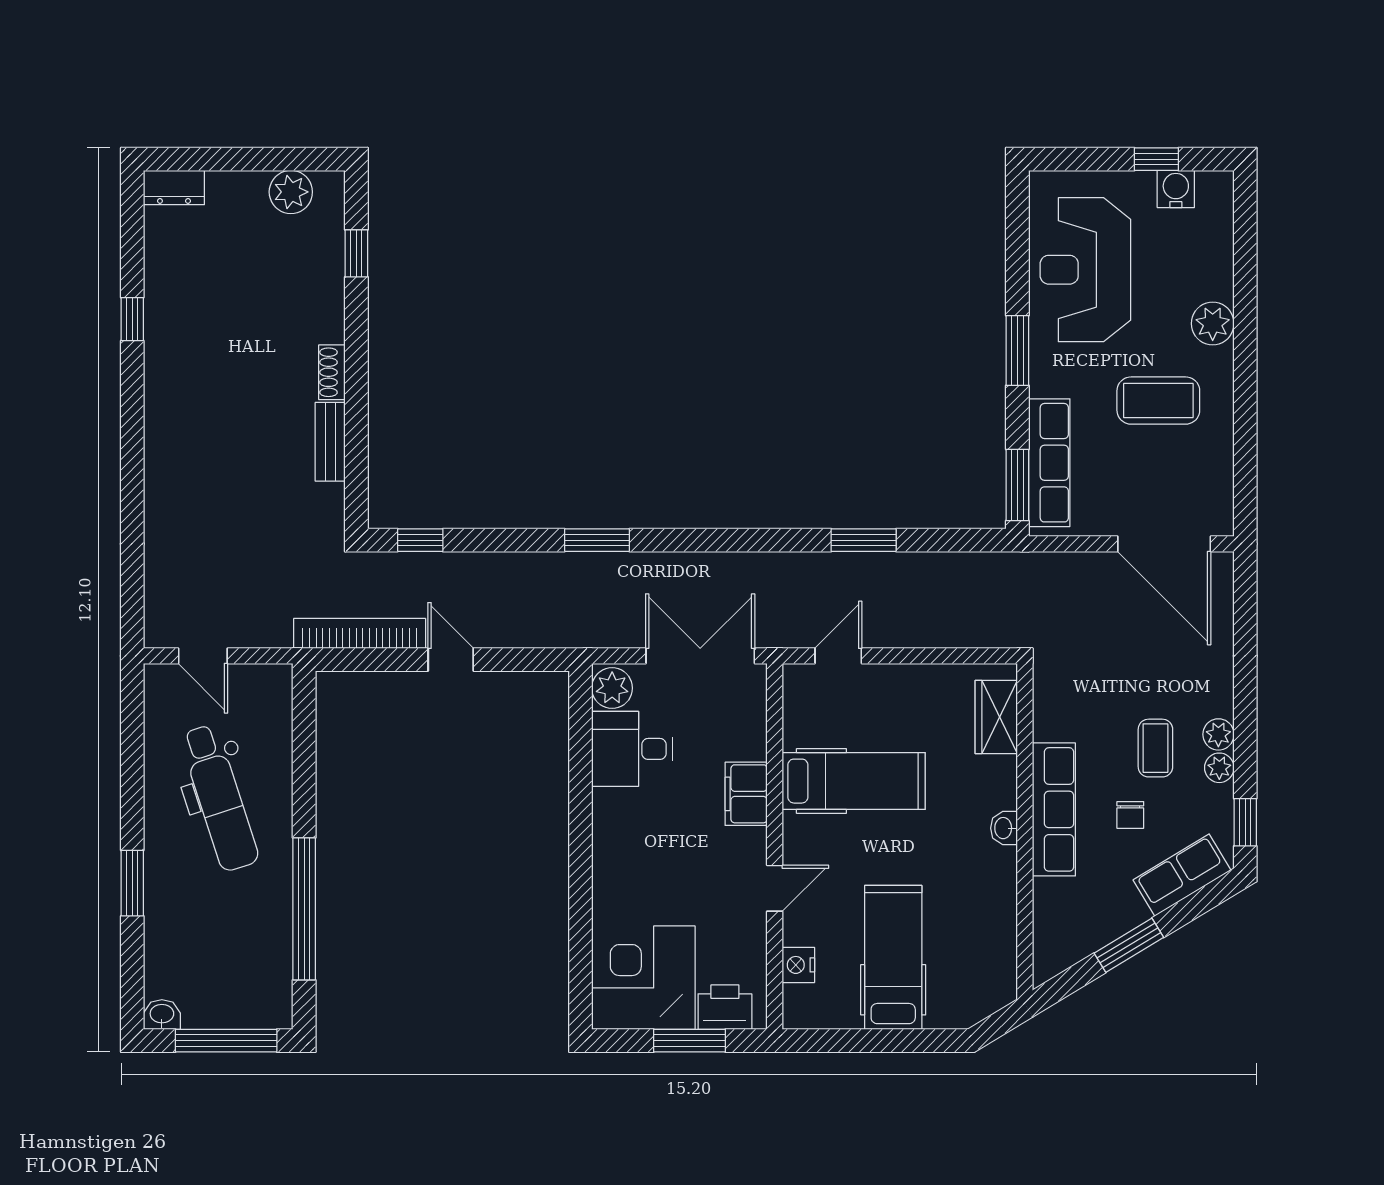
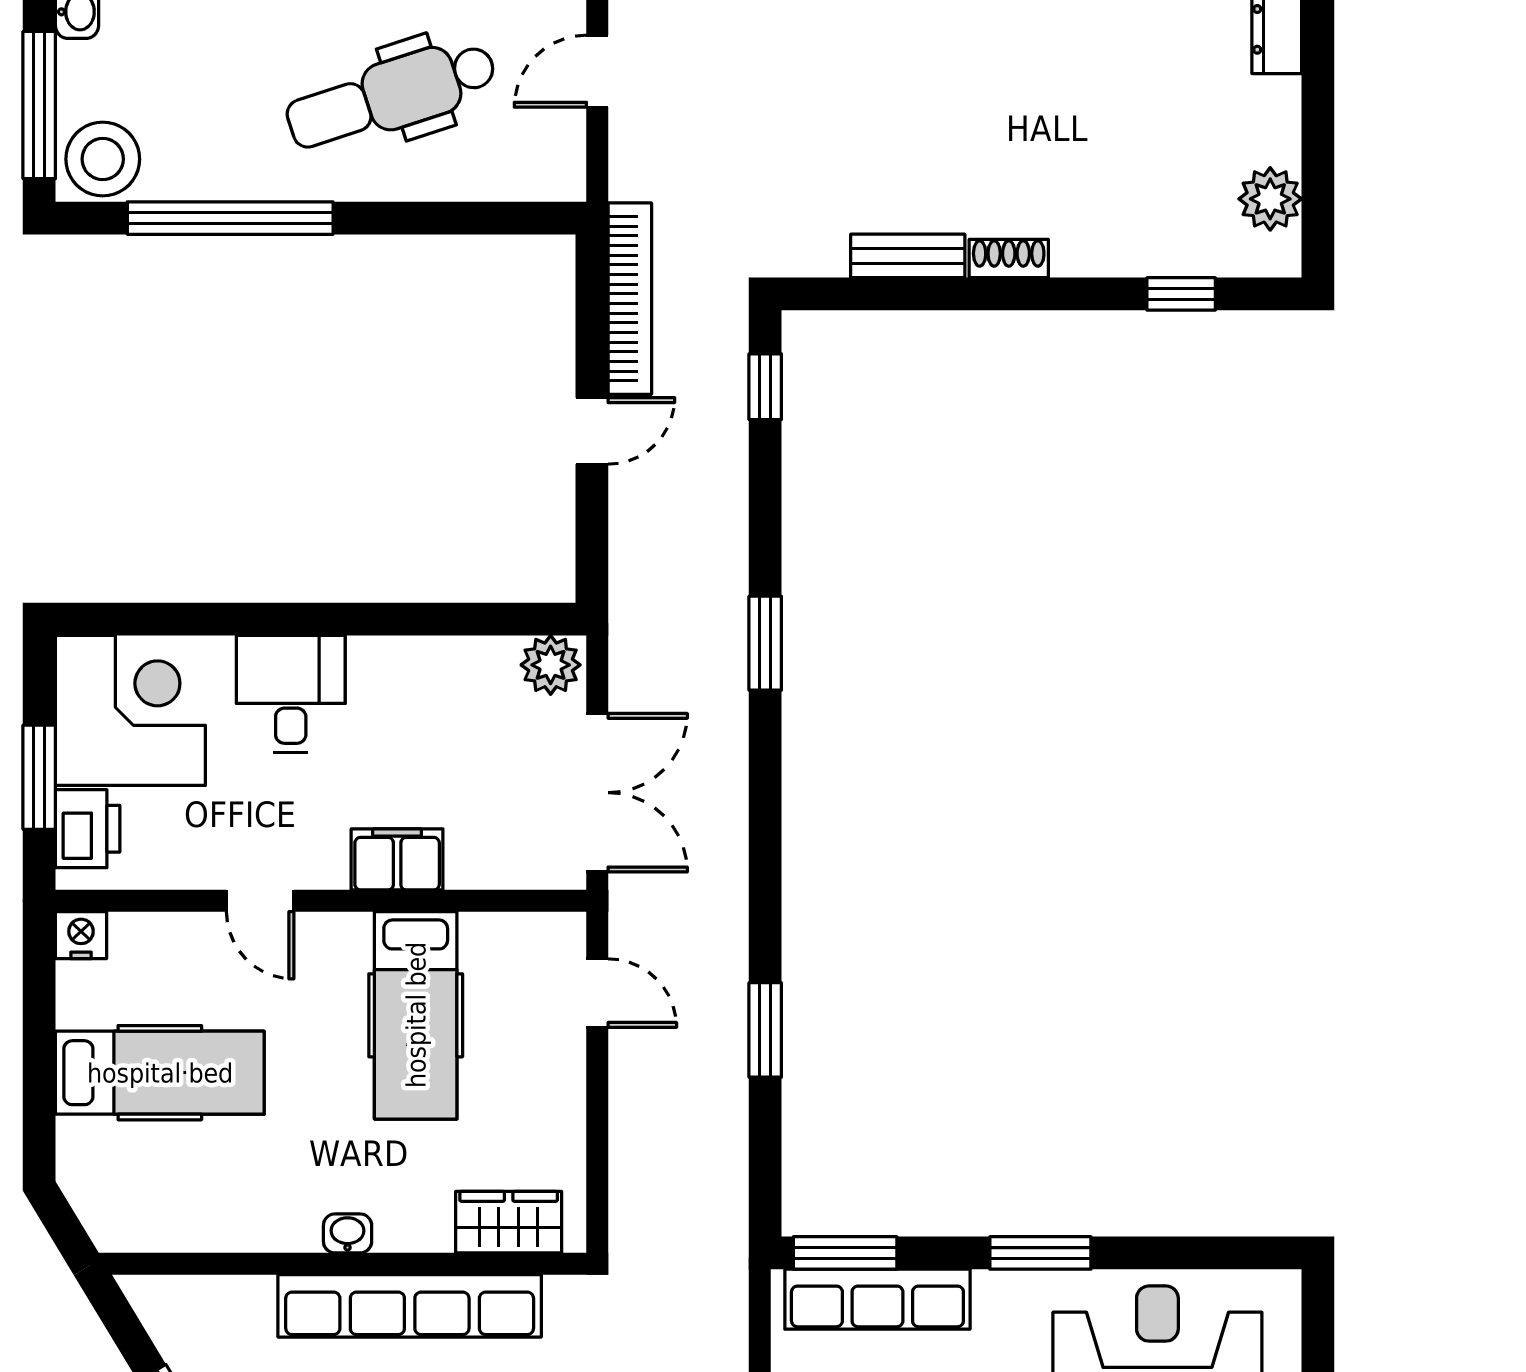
desk: (632, 749) -> (291, 694), moved
row of seats: (1054, 809) -> (410, 1306), width x1.36
nightstand: (798, 965) -> (81, 935), moved
stool: (263, 997) -> (103, 159), added

